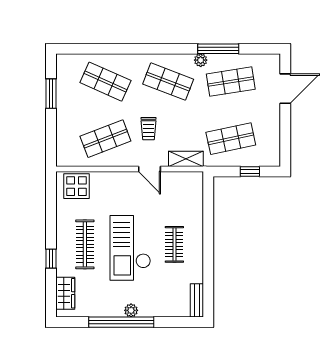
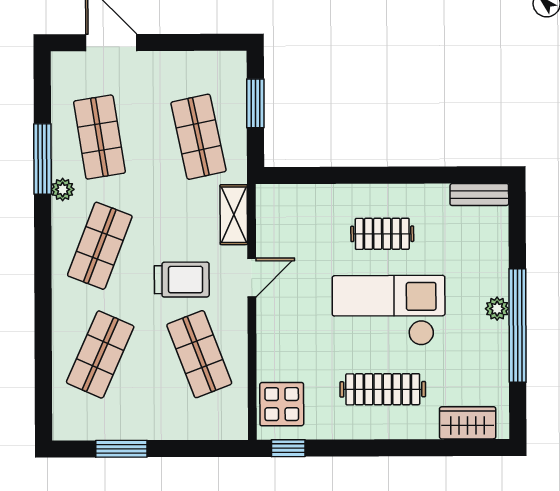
trolley: (148, 129) -> (182, 280), width x1.36, depth x1.39
window: (250, 171) -> (255, 103), width x1.50
checkout: (130, 248) -> (389, 310), turned 180
window: (51, 259) -> (288, 448), moved

